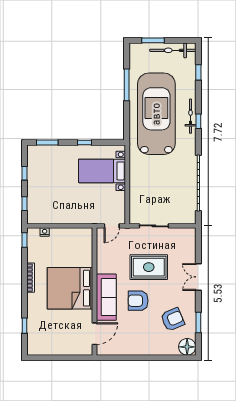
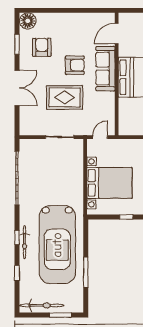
window: (198, 72) -> (17, 273), moved
bed with nightstands: (102, 171) -> (109, 183), width x1.36
double door: (198, 277) -> (17, 88), width x1.37
armchair: (173, 319) -> (42, 47), turned 113

